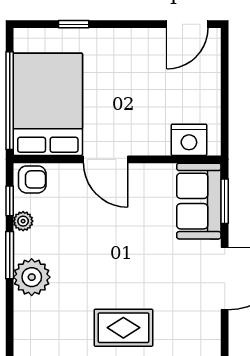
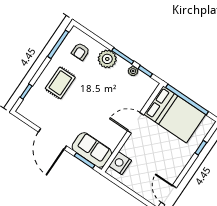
armchair: (32, 179) -> (81, 51), moved

